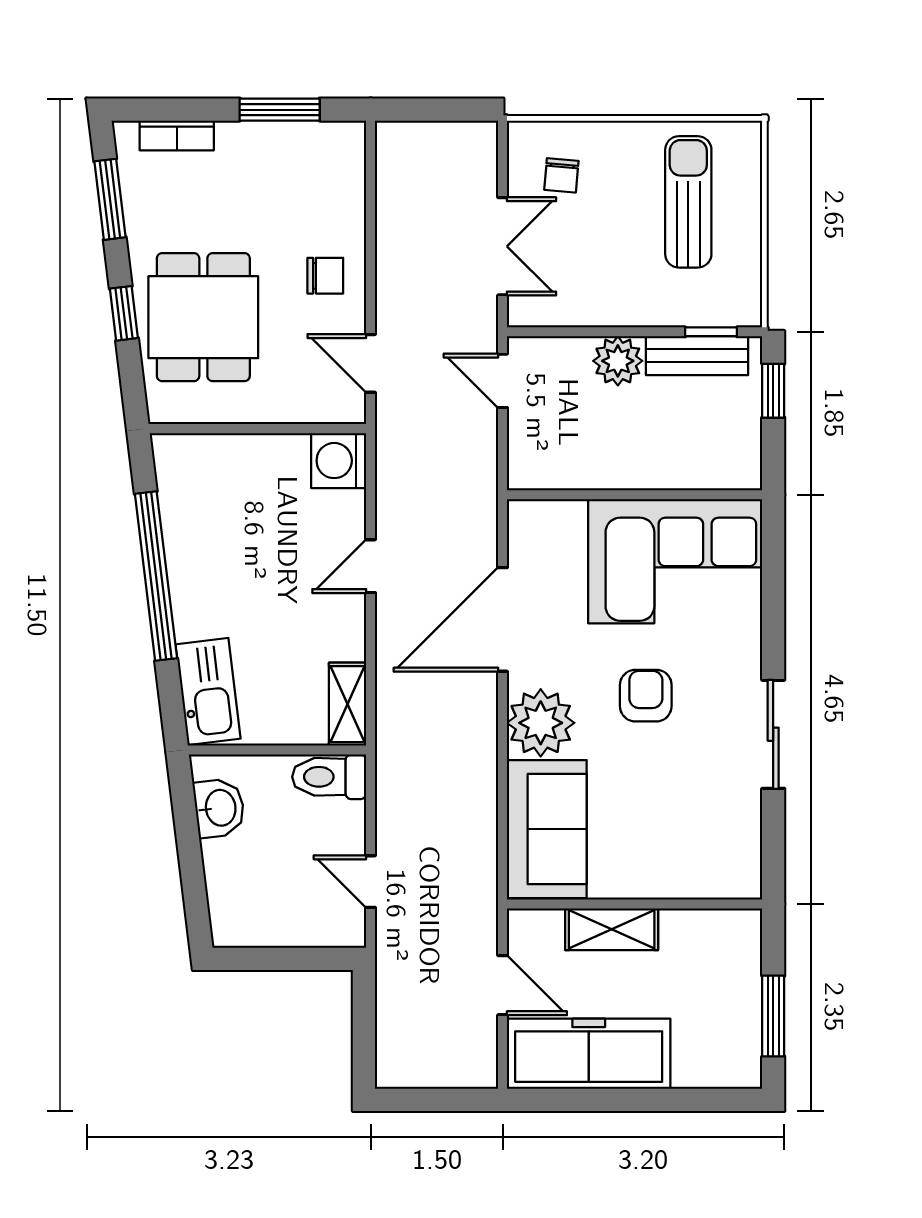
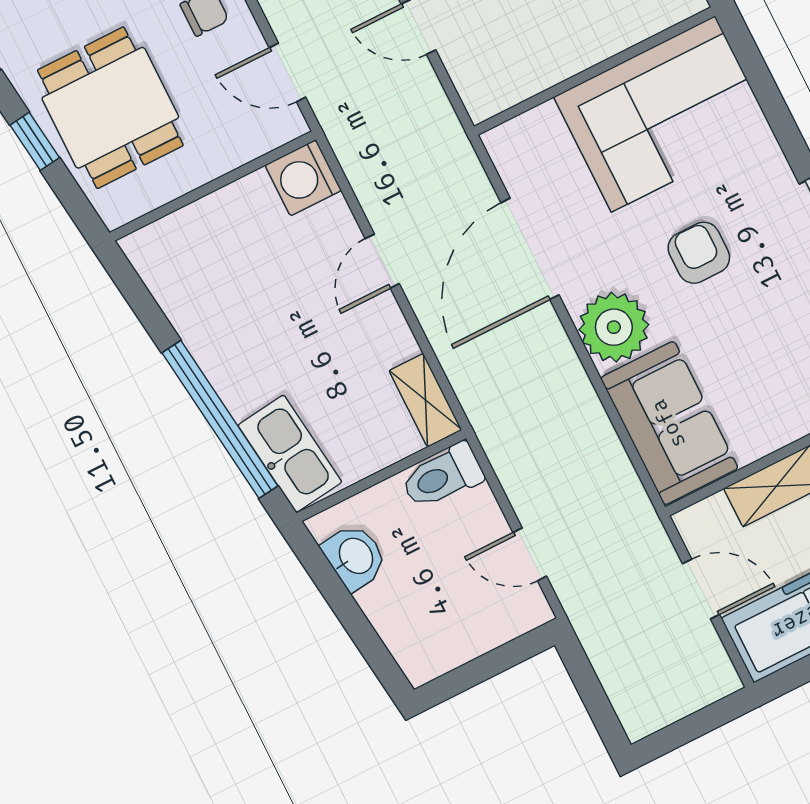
window: (156, 576) -> (220, 419), moved

